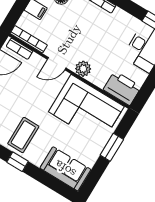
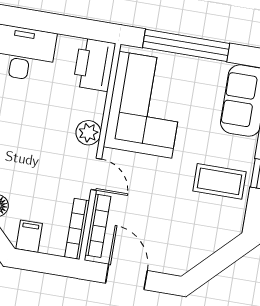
bookcase: (20, 49) -> (98, 226), width x1.56
window: (112, 147) -> (186, 45), width x2.11

